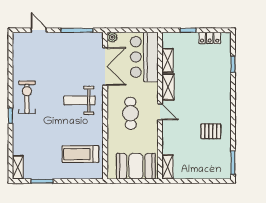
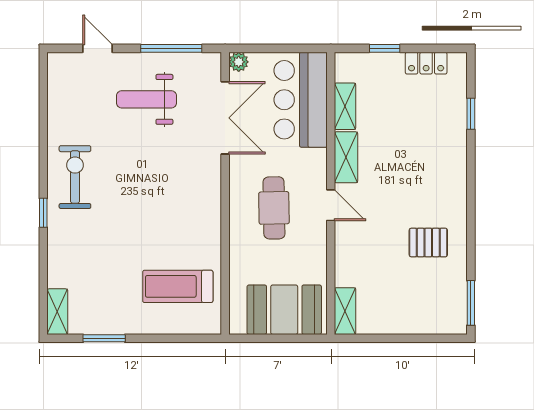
weight bench: (79, 100) -> (147, 99), moved

